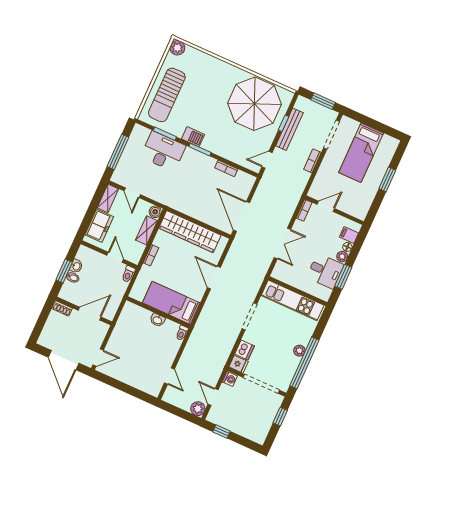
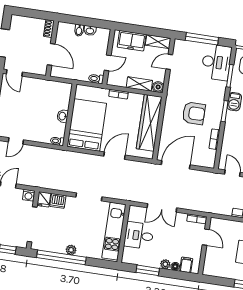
desk: (163, 151) -> (216, 62), moved
armchair: (193, 182) -> (194, 113), added
window: (64, 271) -> (83, 21), removed
desk: (325, 271) -> (139, 235), moved, turned 90
bed: (171, 303) -> (87, 125), width x1.50

